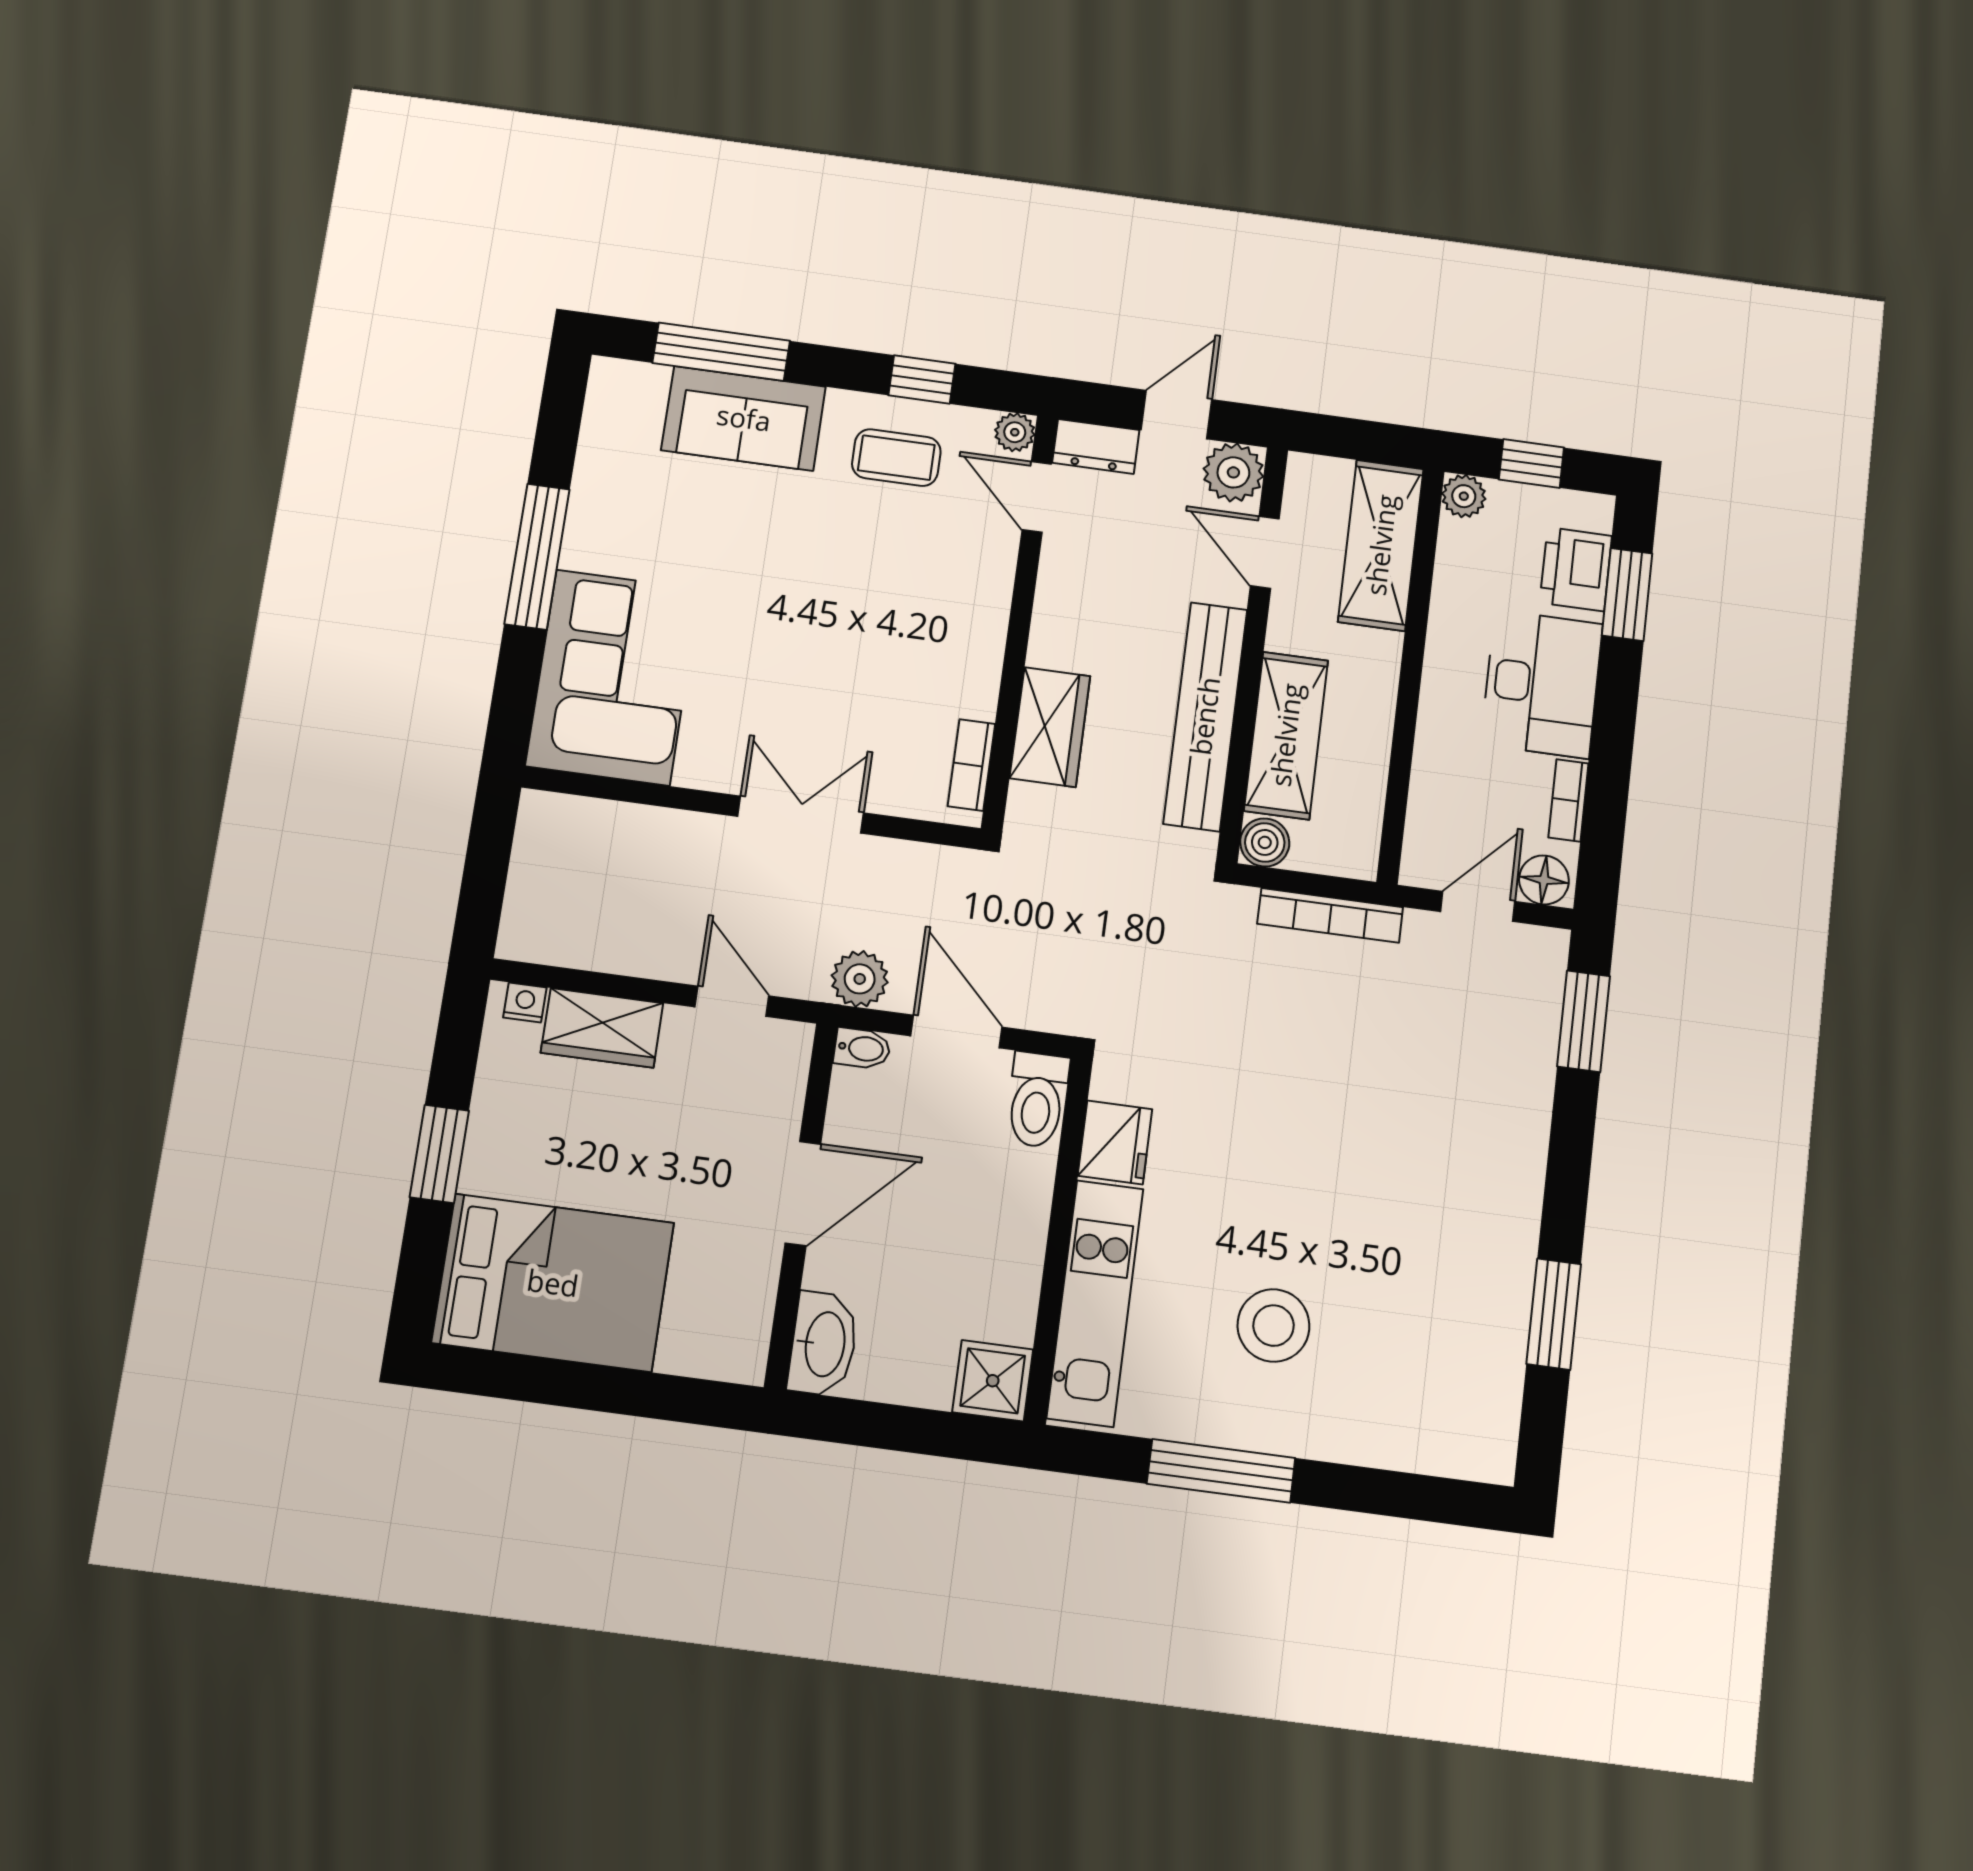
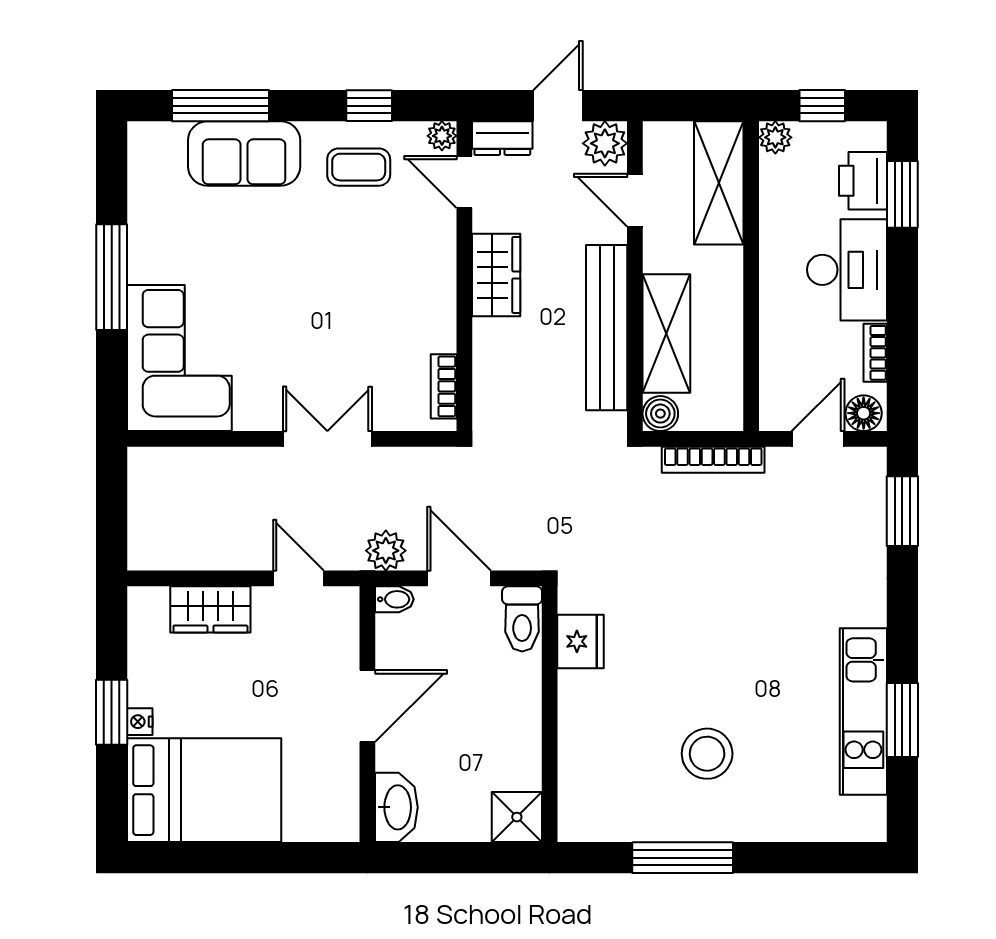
wardrobe: (1050, 727) -> (496, 275), moved
nightstand: (525, 1002) -> (140, 722), moved, turned -90
kitchen unit: (1095, 1303) -> (863, 711), moved, turned 180

